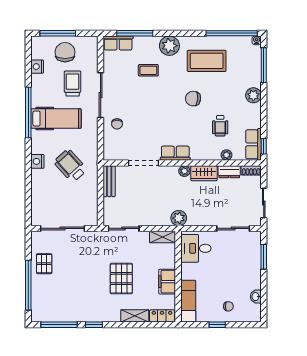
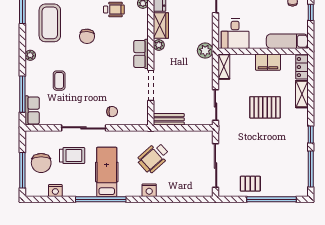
plant: (169, 46) -> (30, 55), width x0.53, depth x0.53
chair: (65, 52) -> (41, 163), turned -90
trolley: (73, 83) -> (72, 156), turned 180

